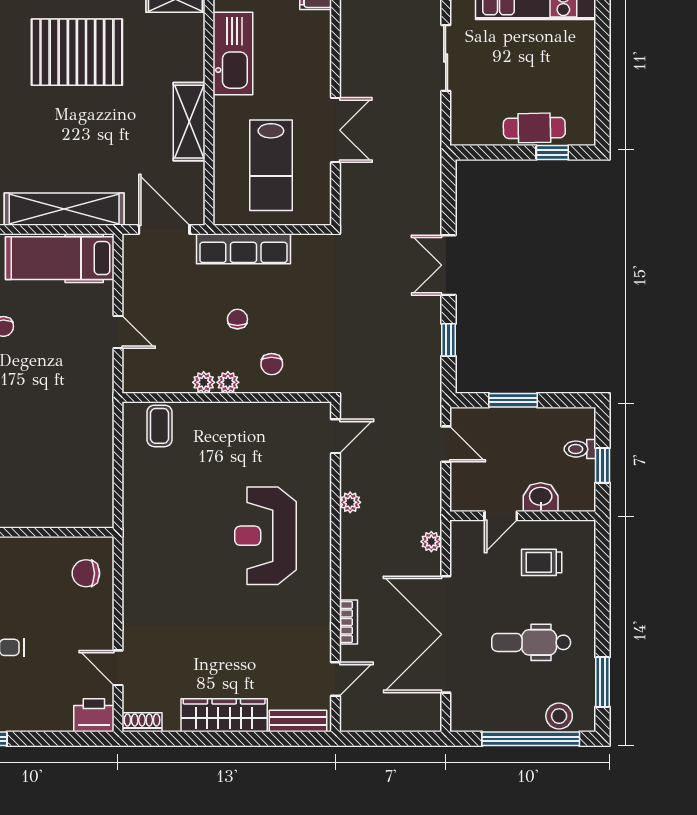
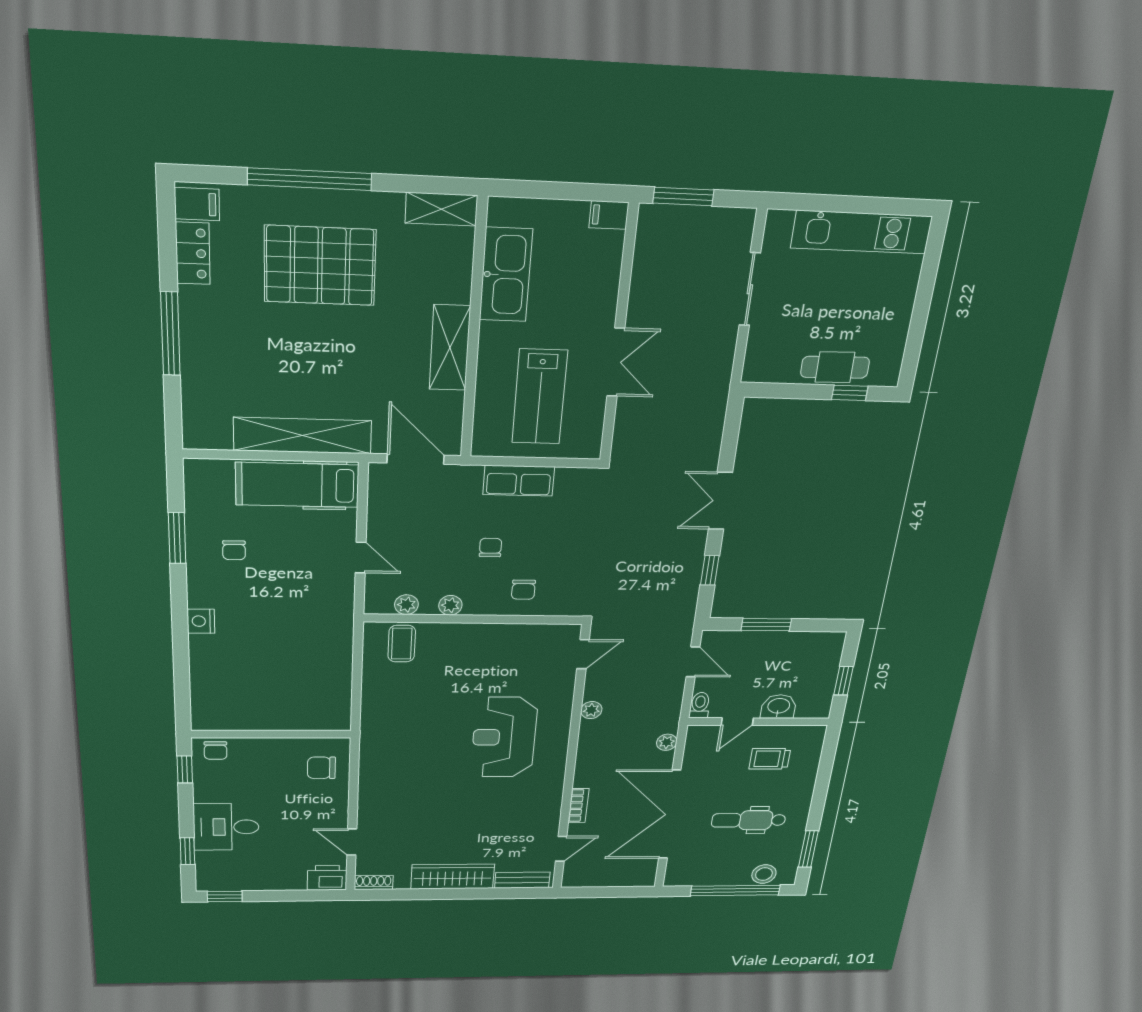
row of seats: (243, 249) -> (519, 481), width x0.68
plant: (228, 382) -> (406, 605), moved
toilet: (580, 449) -> (700, 705), moved, turned 90

